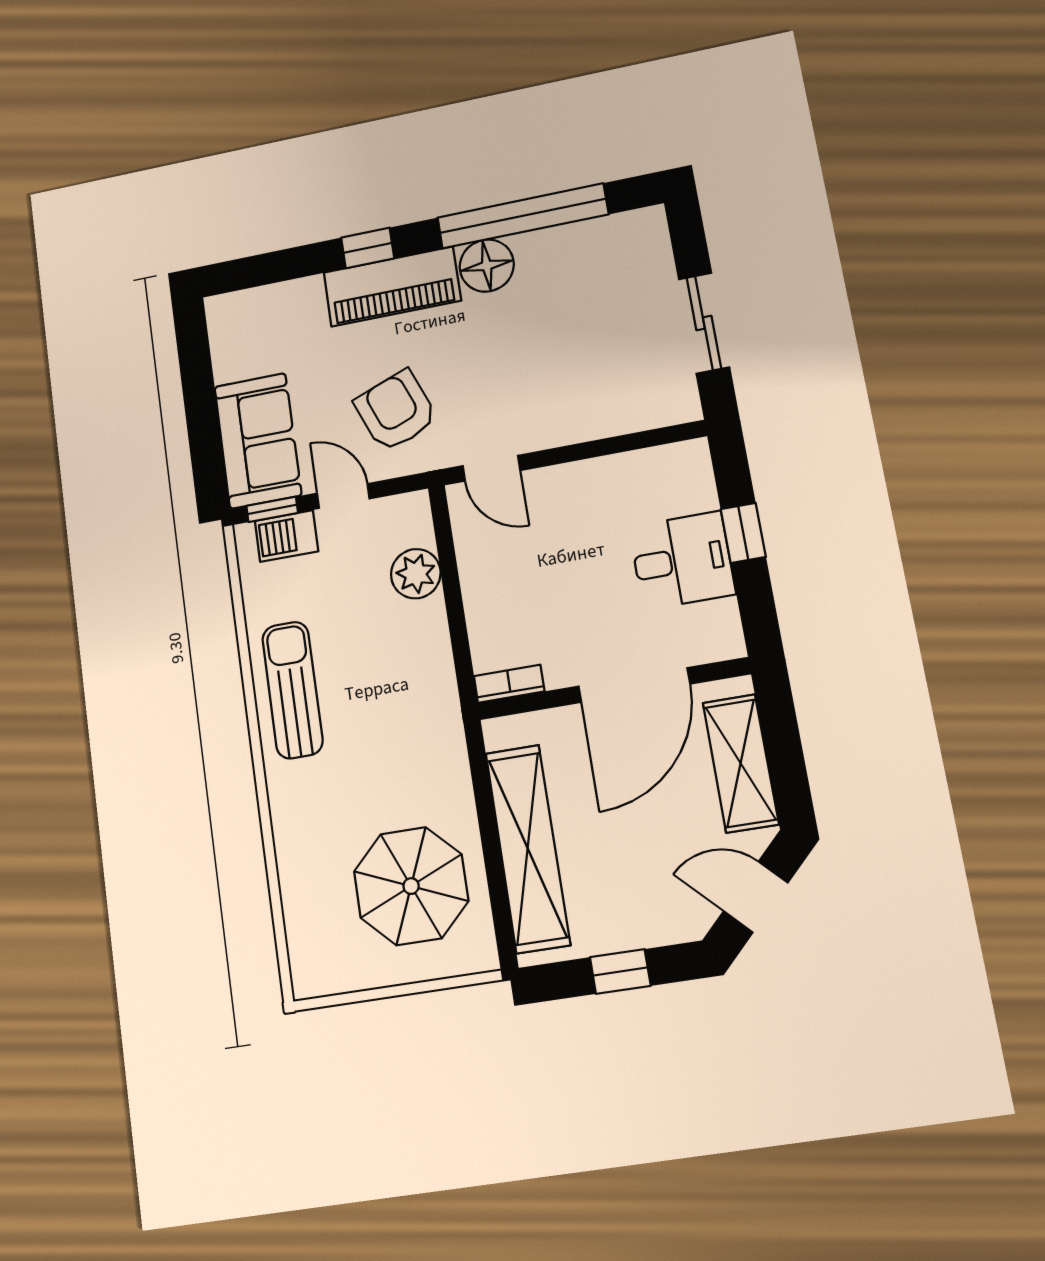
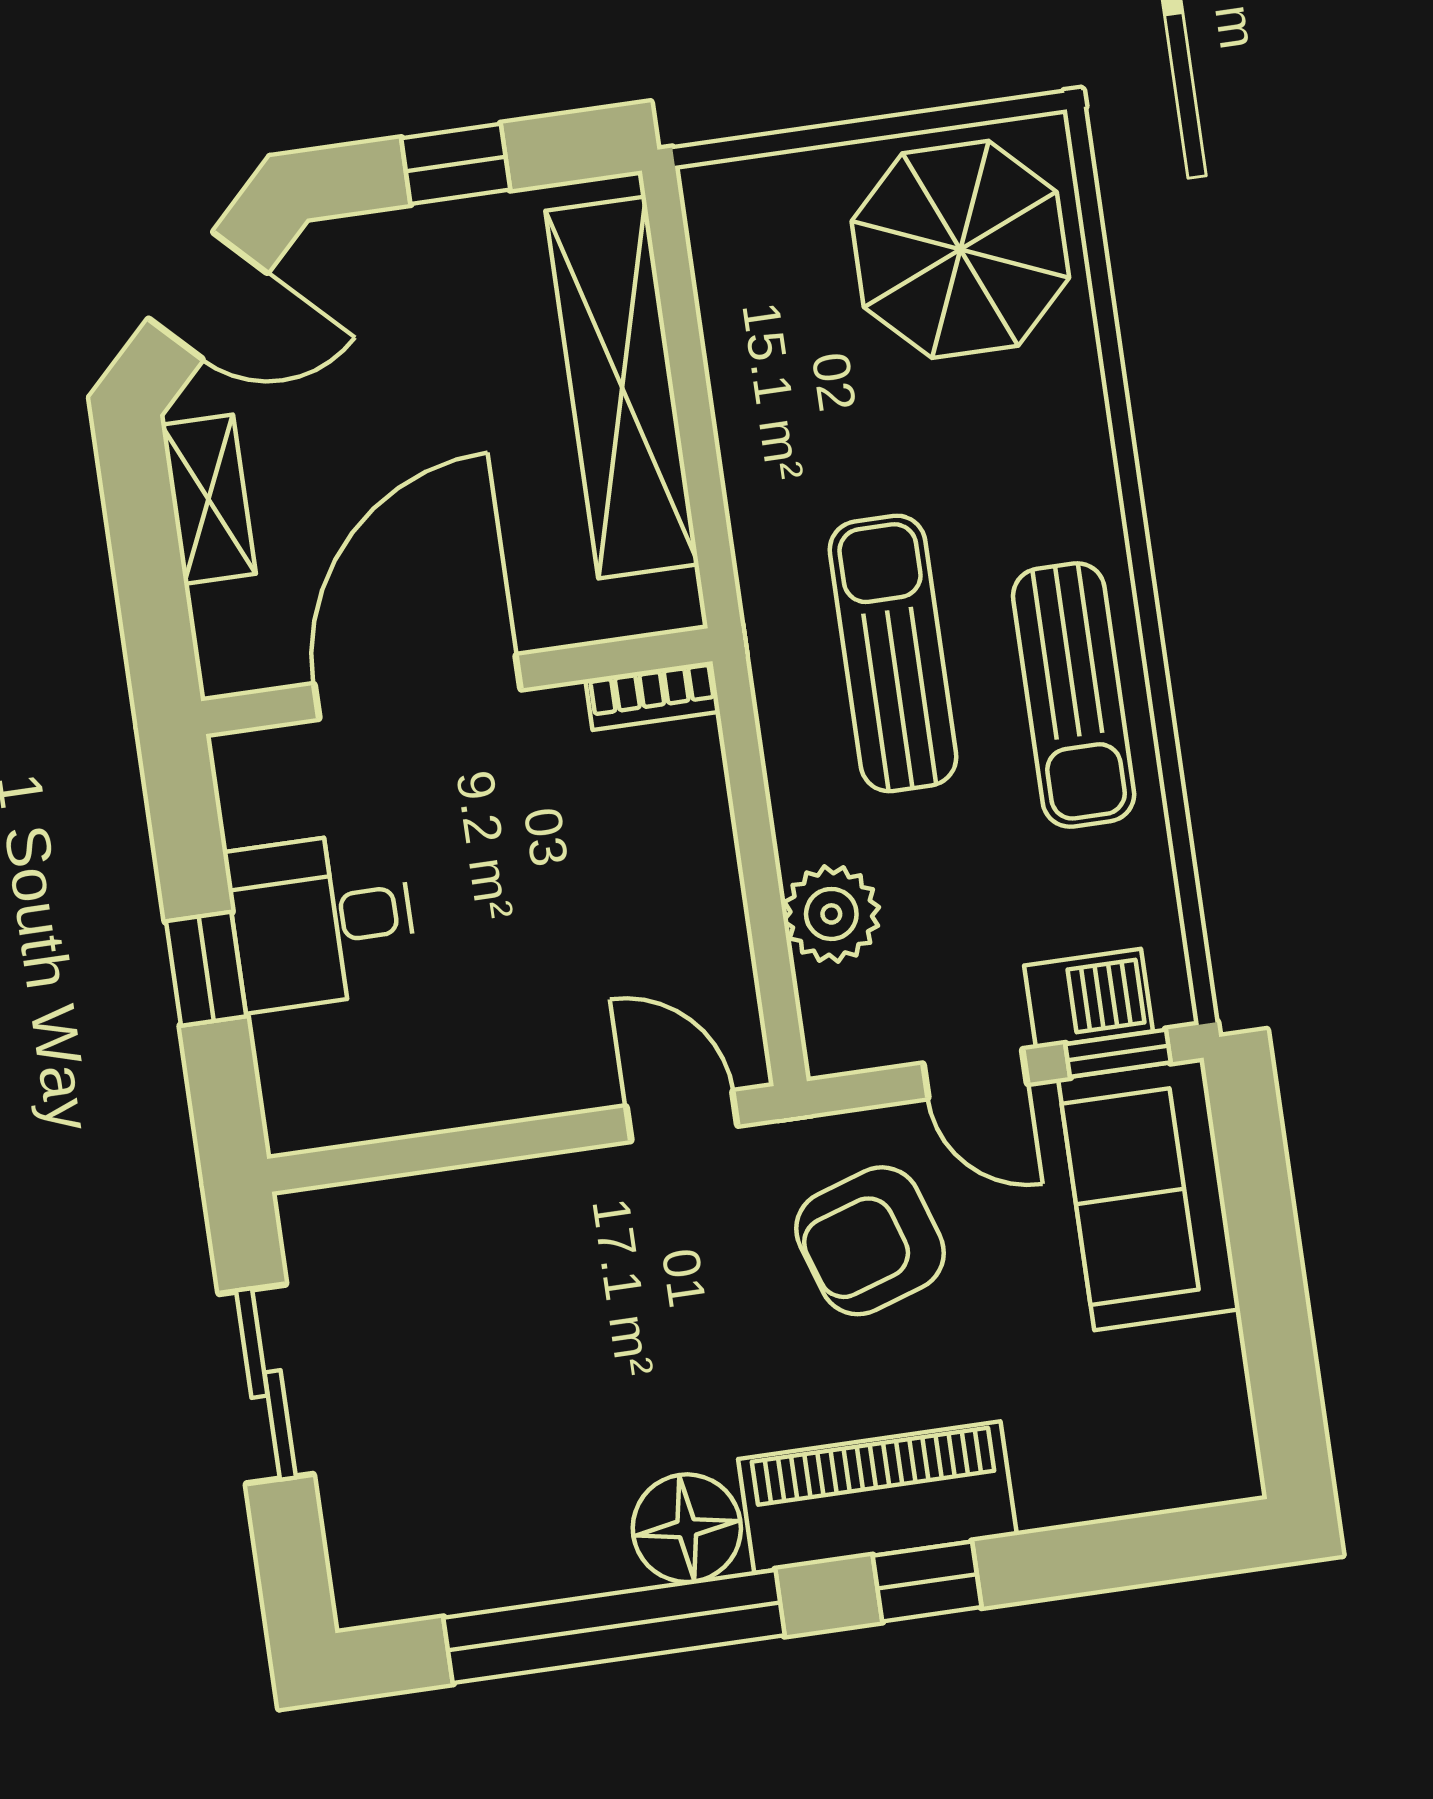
armchair: (396, 411) -> (870, 1241), turned 93
sun lounger: (384, 709) -> (893, 653), added
shelving: (741, 763) -> (209, 499), width x0.67, depth x0.75
parasol: (411, 886) -> (960, 249), moved

